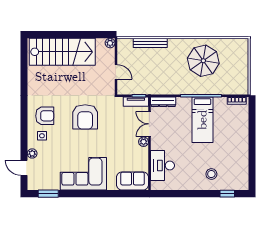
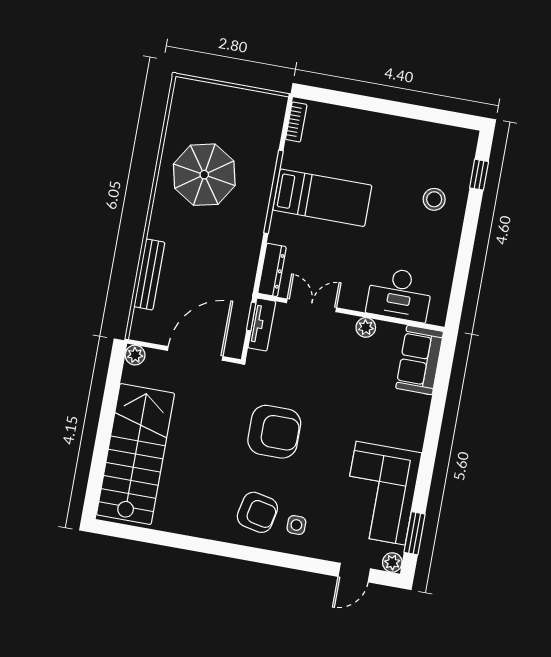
door: (116, 72) -> (195, 353), width x1.87
armchair: (45, 116) -> (257, 512), turned 102
double door: (149, 124) -> (312, 305), swing flipped
plant: (144, 142) -> (366, 327), moved
plant: (32, 153) -> (392, 562), moved
corner sofa: (83, 174) -> (381, 493), moved

